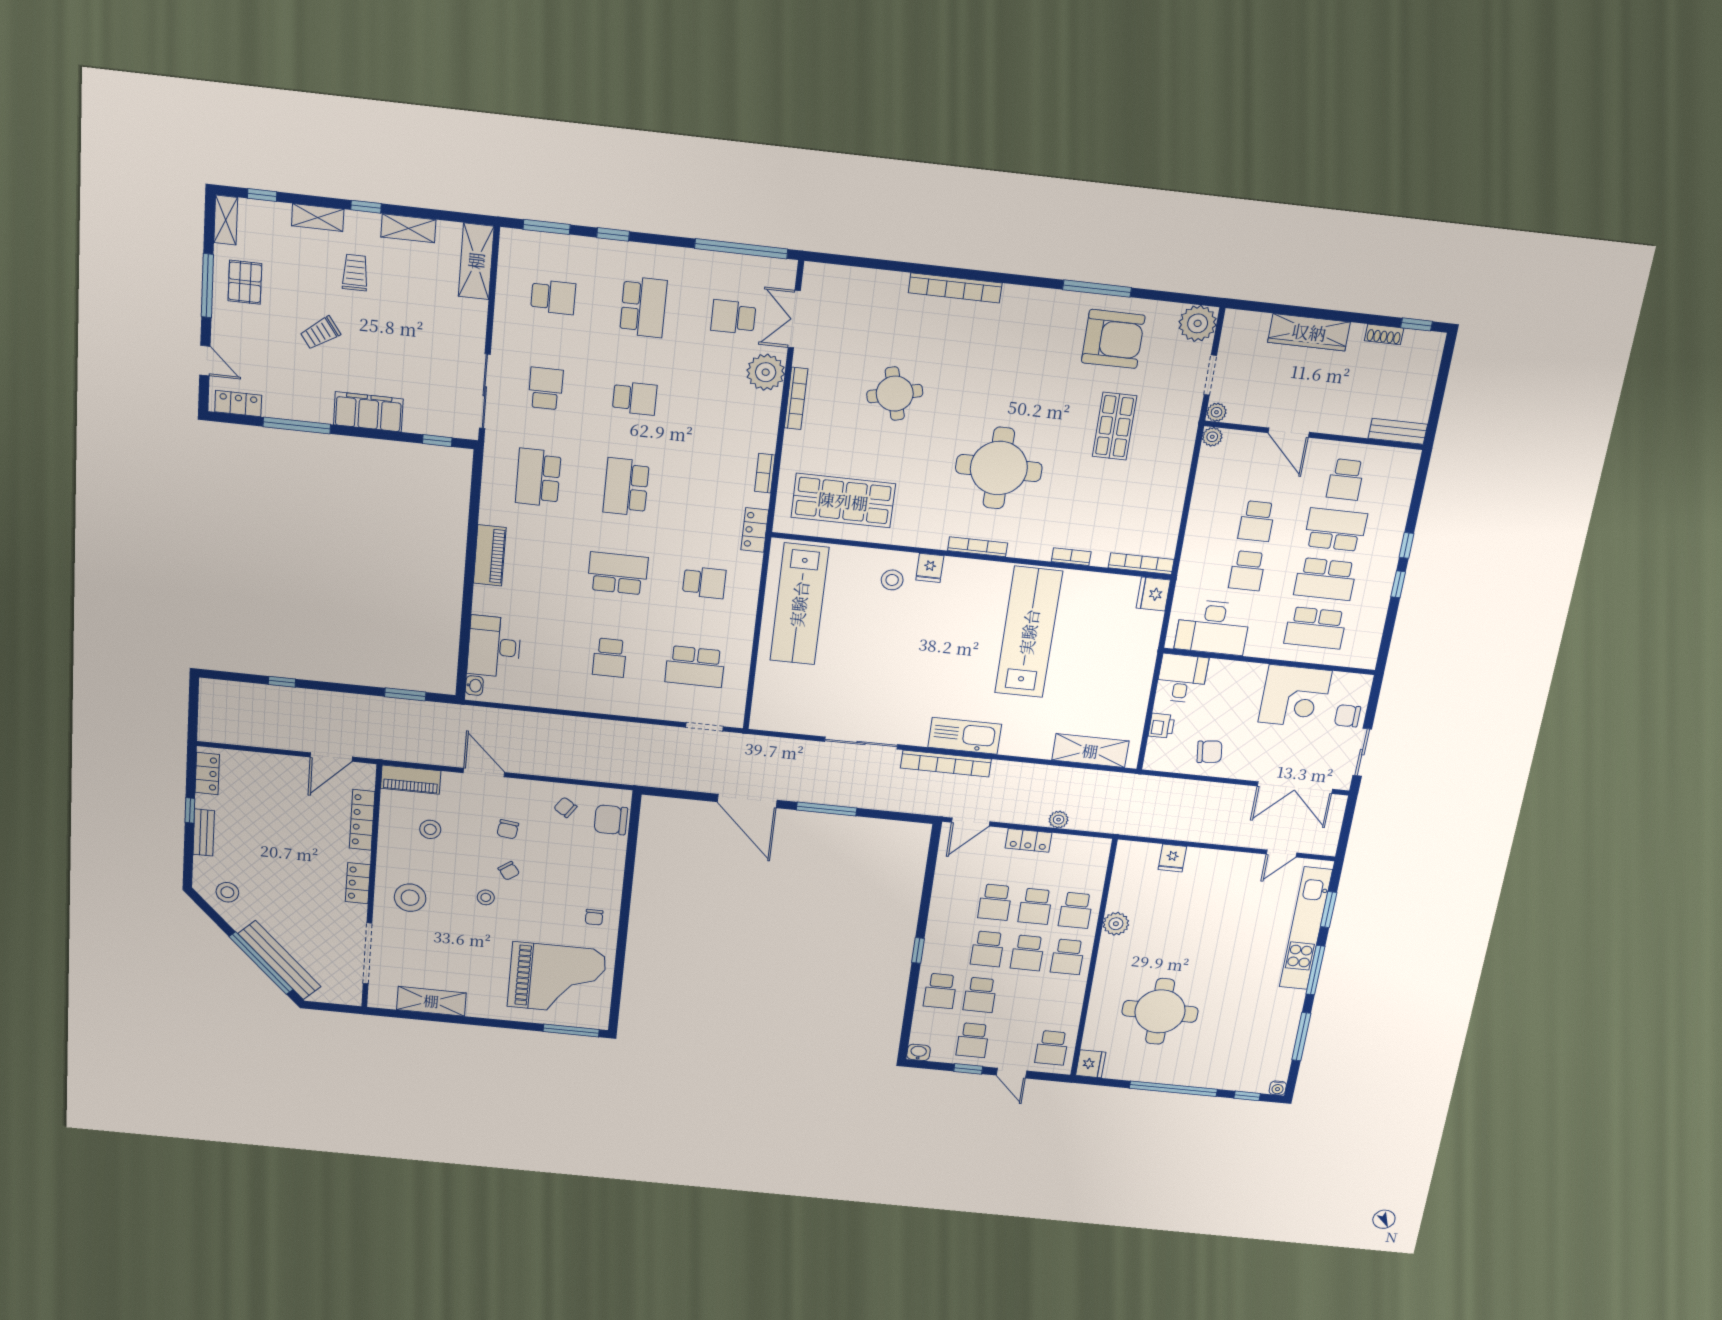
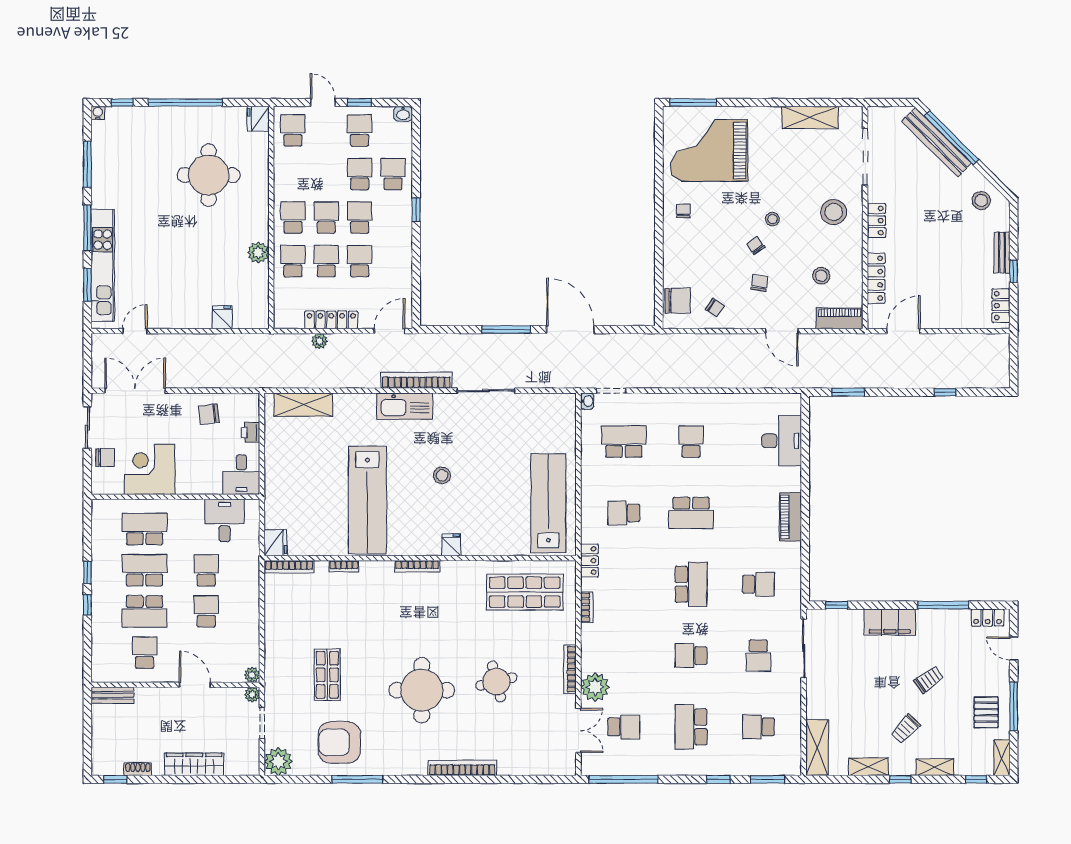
trolley: (355, 273) -> (905, 729), turned 43
round table: (999, 468) -> (422, 690), moved
school desk: (538, 478) -> (758, 584), width x0.54
stool: (892, 580) -> (442, 475), moved
desk: (1213, 627) -> (225, 520), width x0.73
washbasin: (474, 686) -> (587, 401), moved, turned 180
locker: (1029, 840) -> (331, 320), width x1.53

